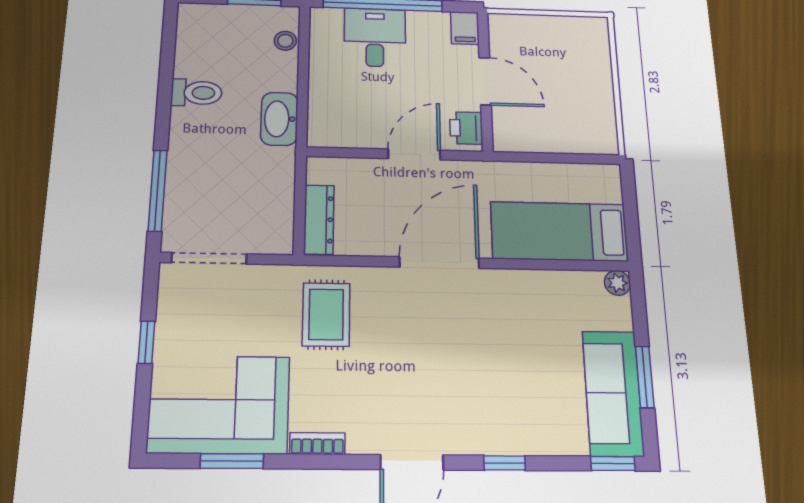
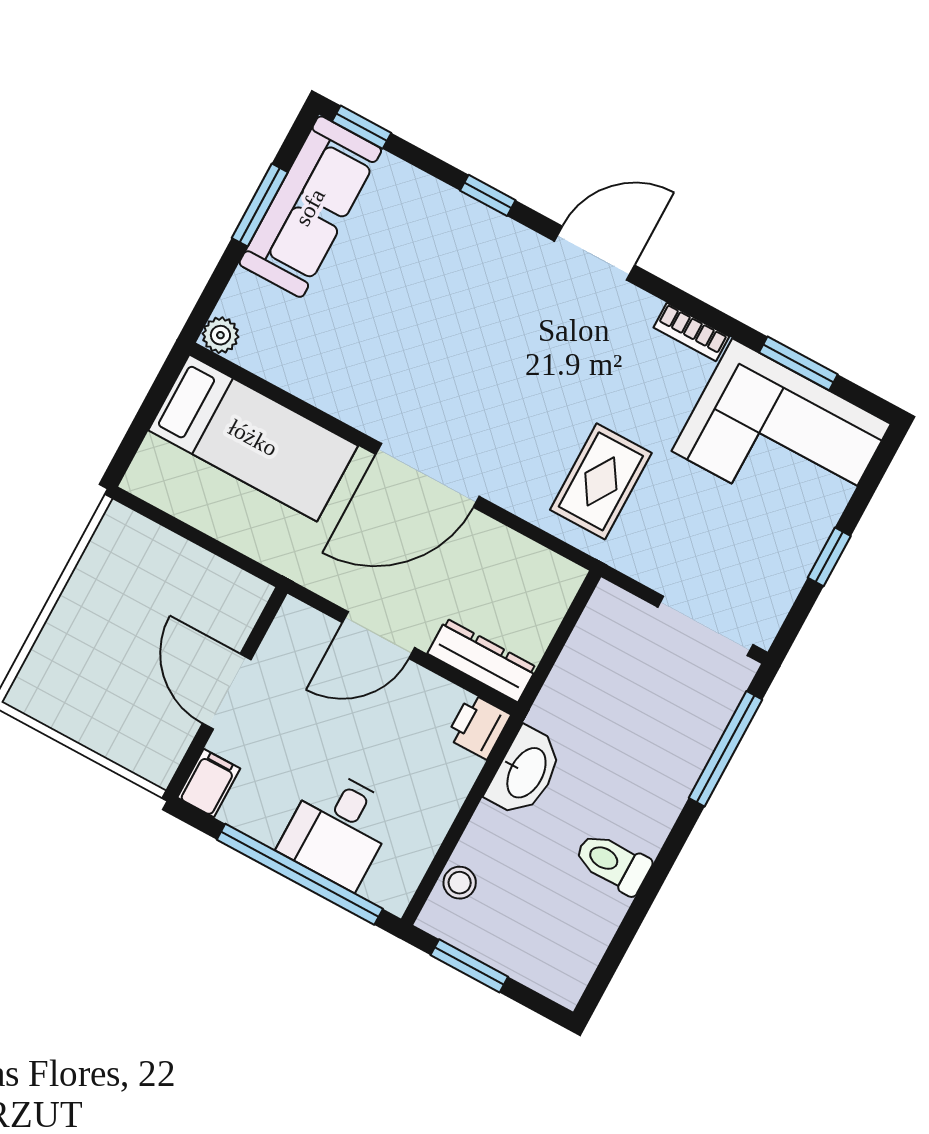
printer: (466, 128) -> (478, 726), moved, turned 180
dresser: (319, 220) -> (482, 660), moved, turned 90

